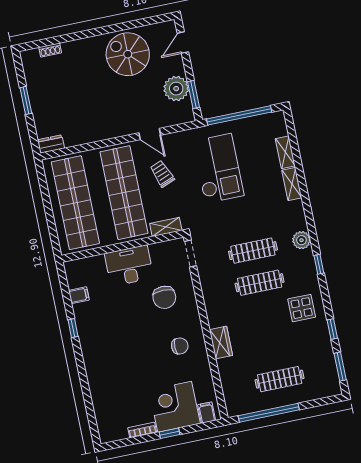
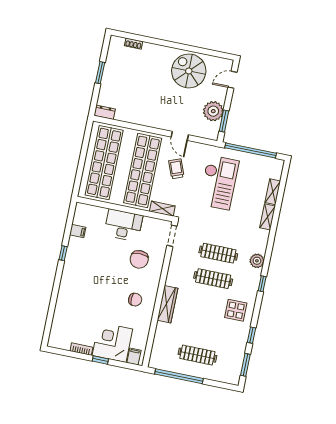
wardrobe: (221, 343) -> (167, 304), width x1.50

